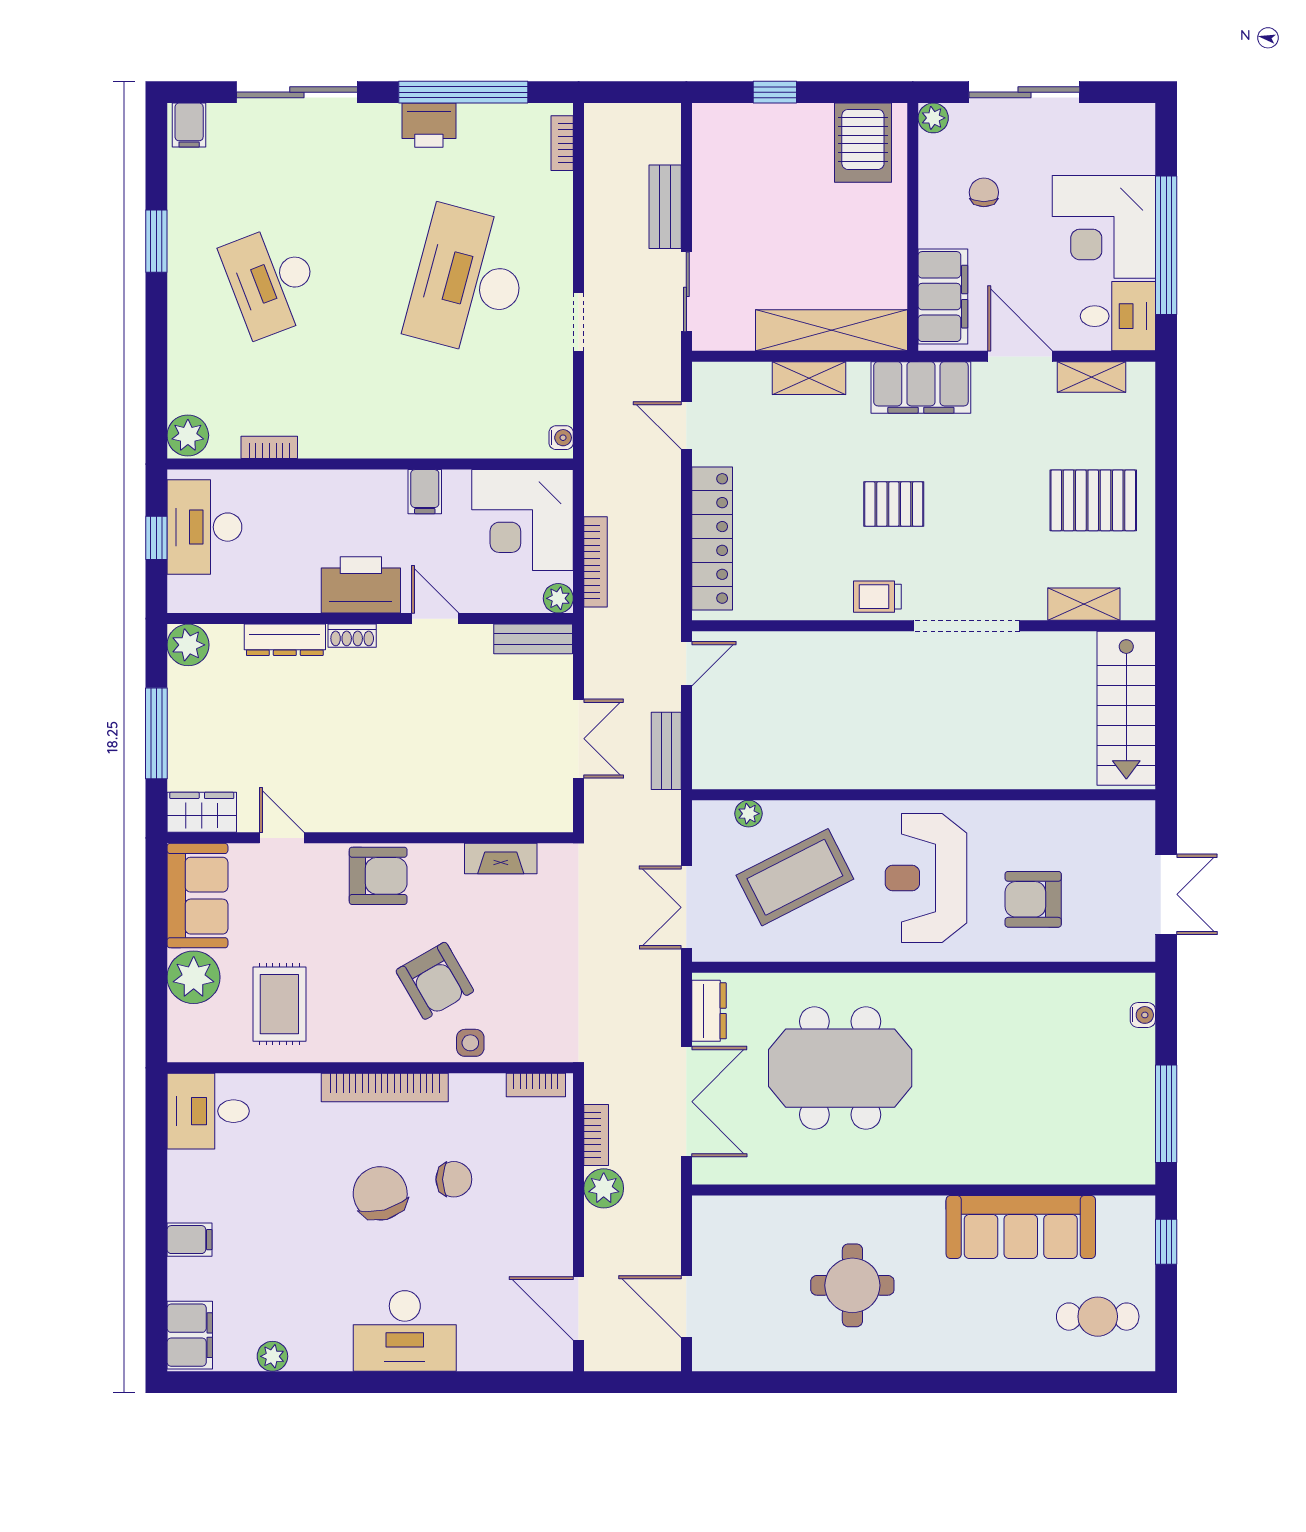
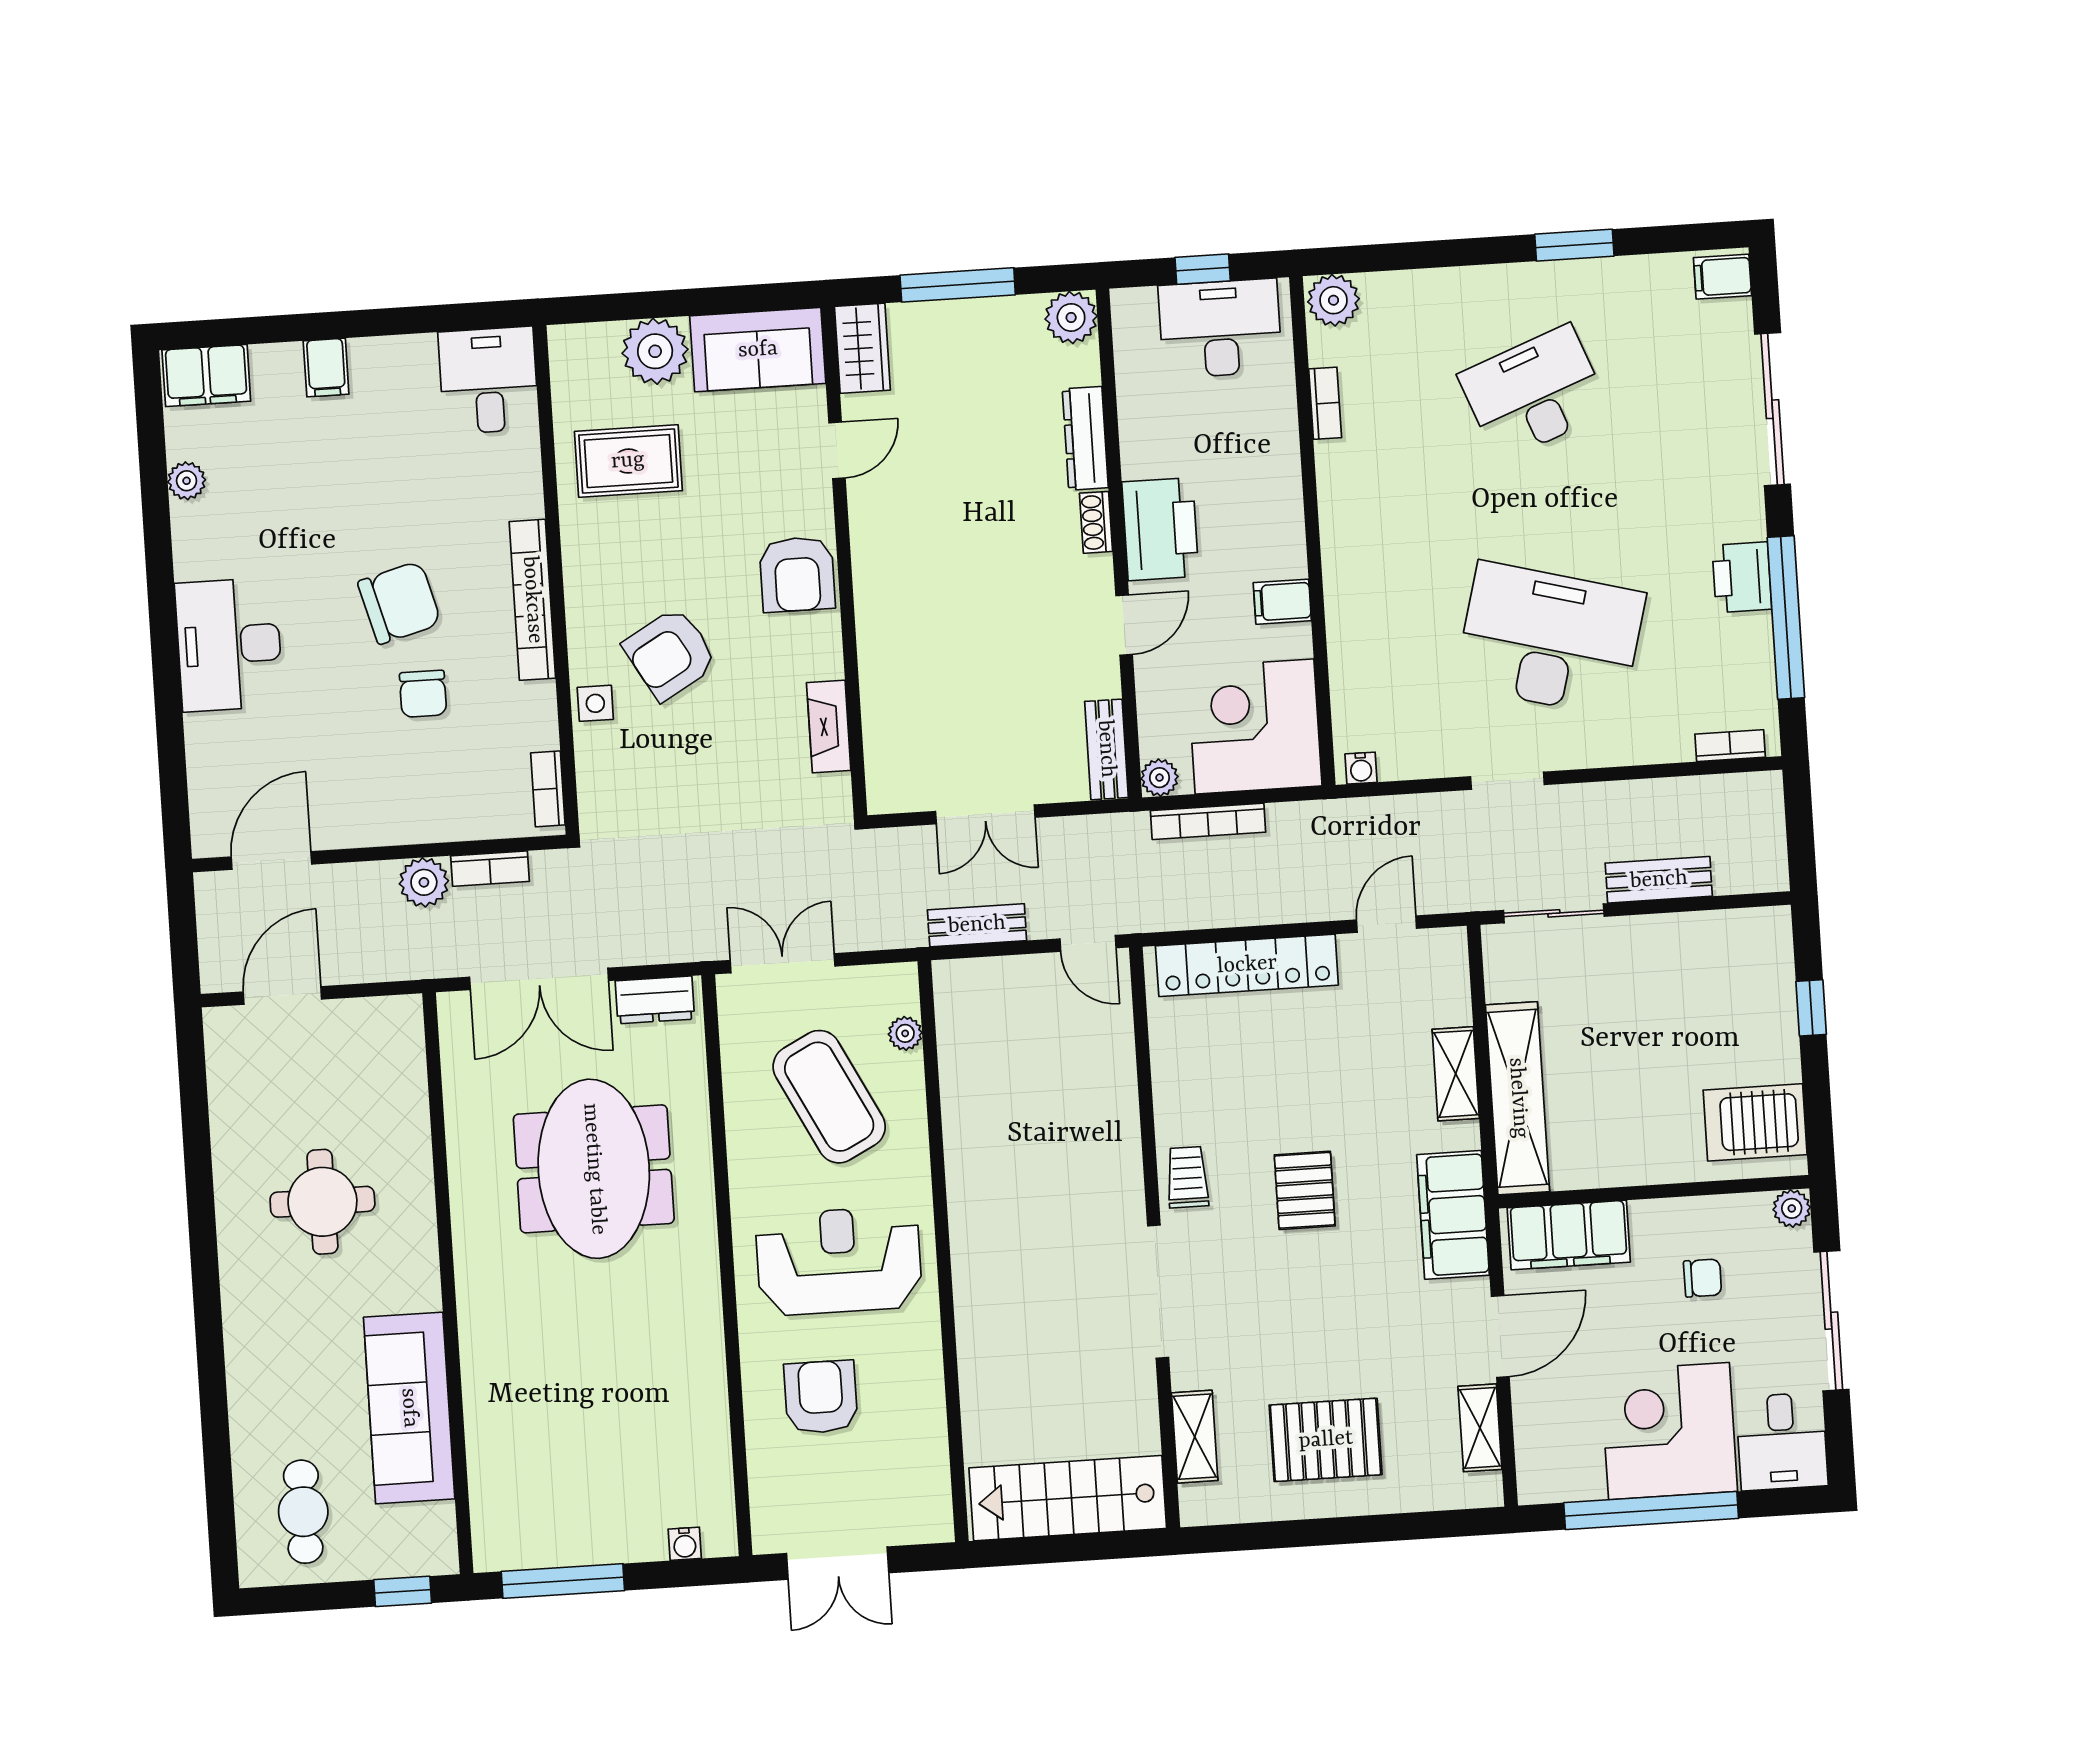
desk: (1118, 316) -> (1782, 1441), moved
pallet: (1093, 500) -> (1326, 1440), turned 90

